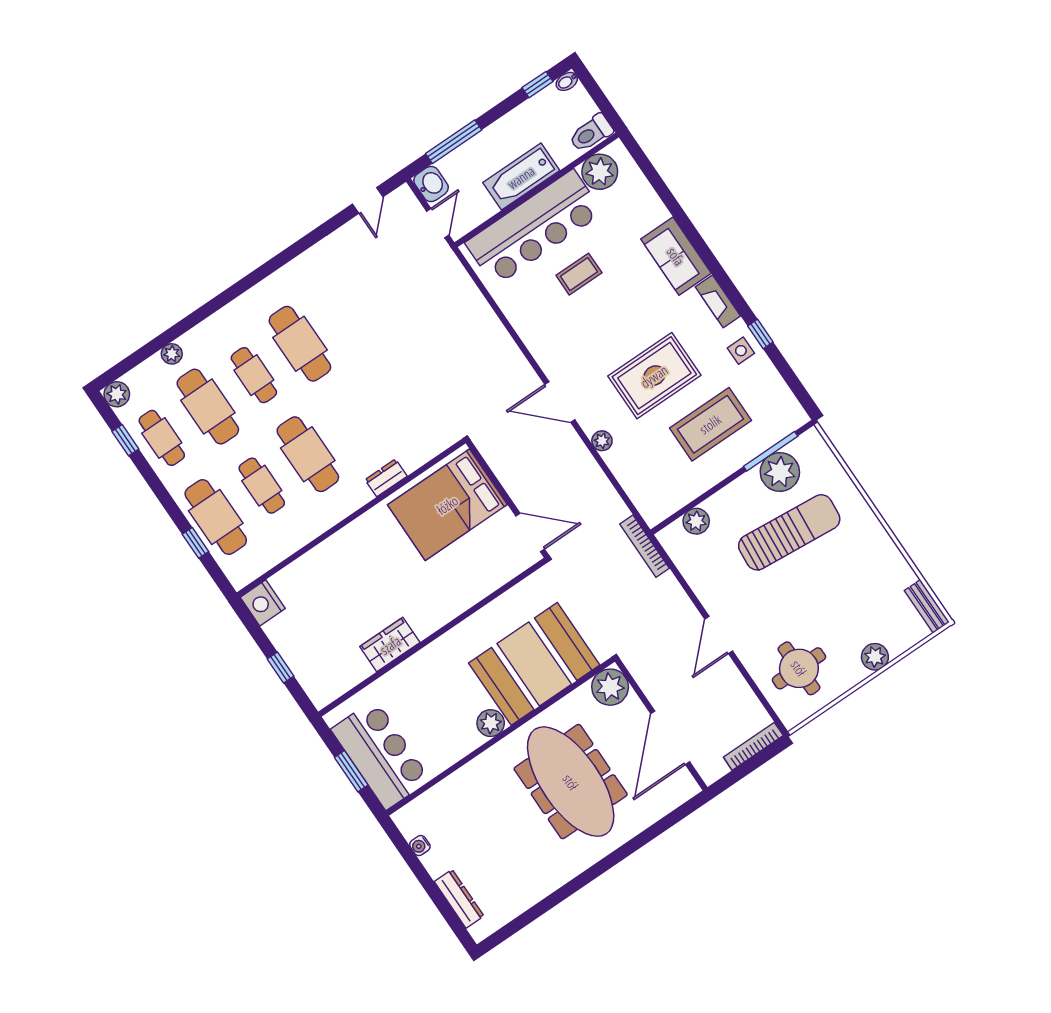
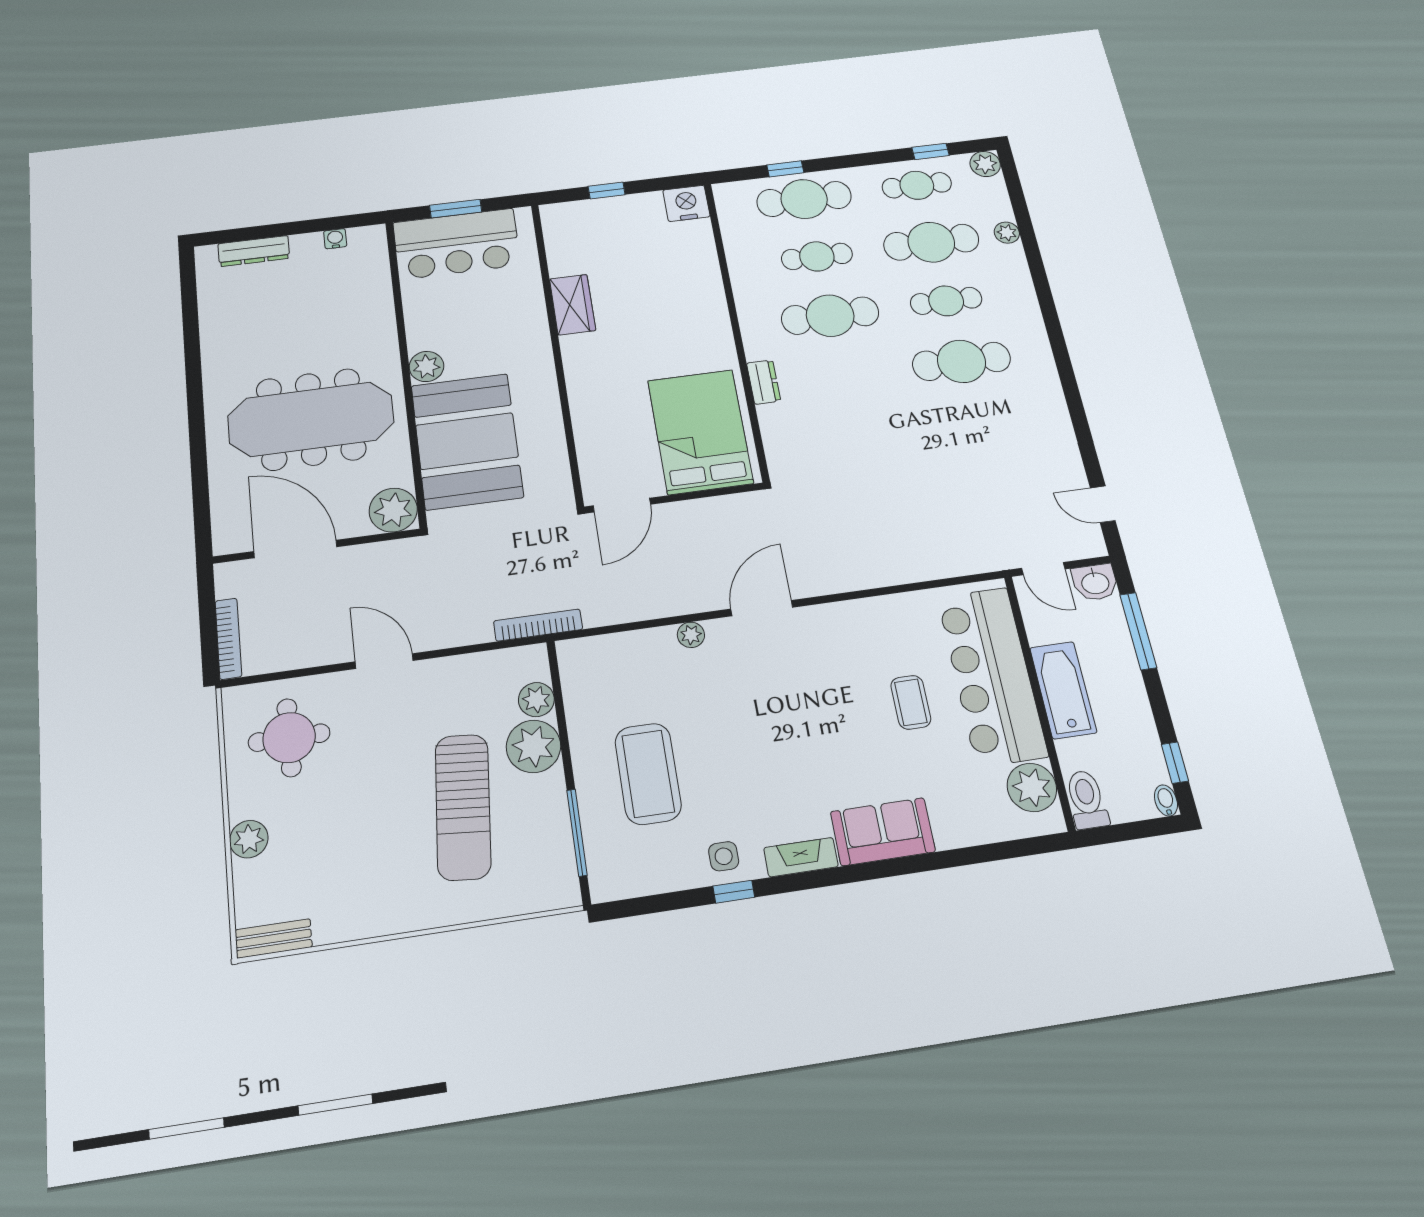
rug: (654, 376) -> (742, 734), removed
plant: (780, 472) -> (533, 746), moved

